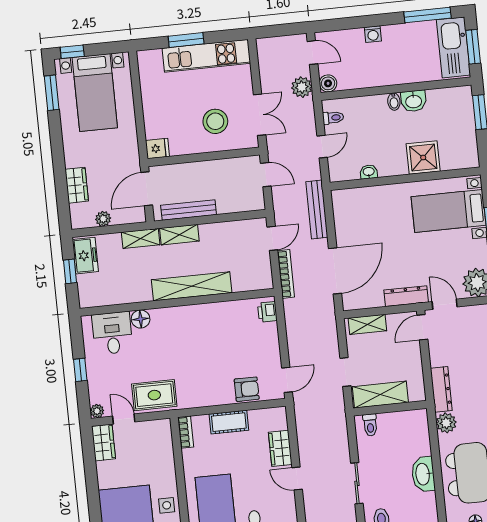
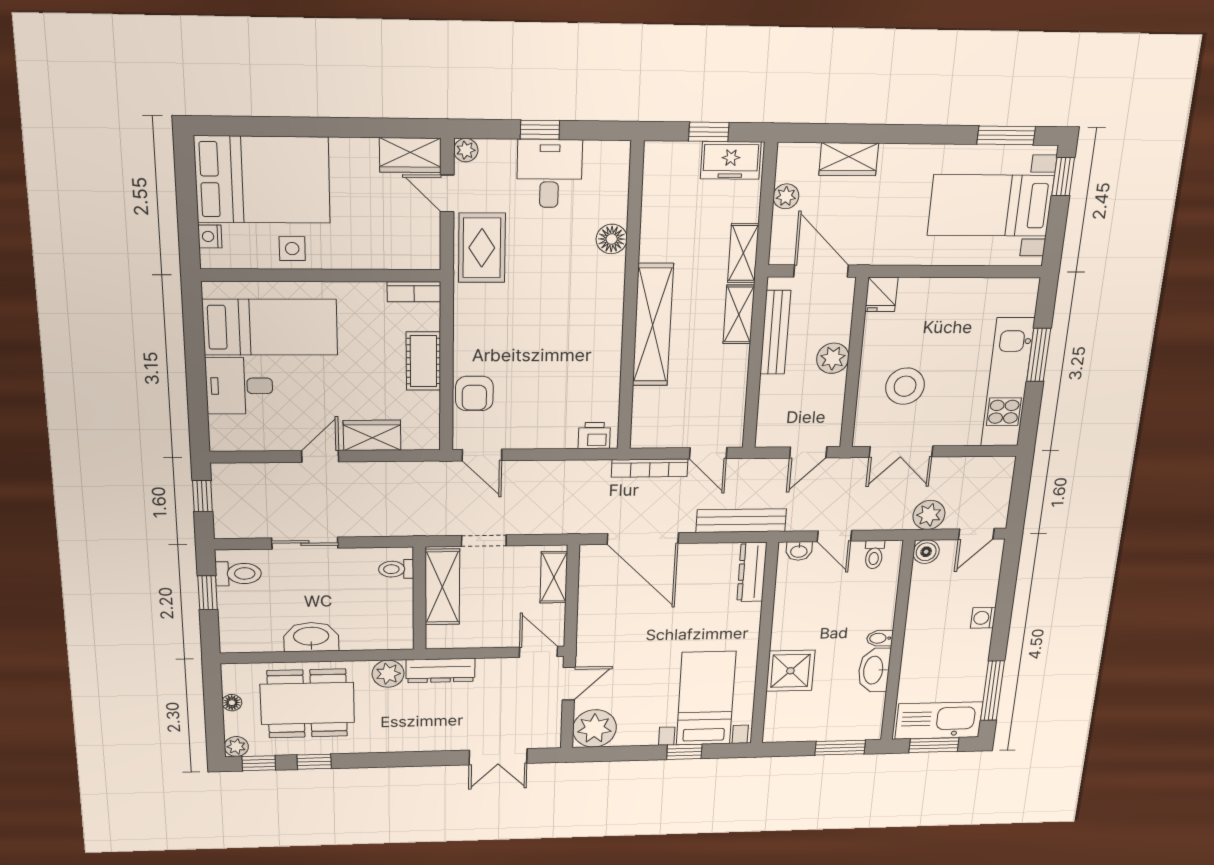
washbasin: (414, 101) -> (874, 670), width x1.38
plant: (202, 171) -> (833, 358), added
washbasin: (369, 172) -> (799, 551), moved, turned 90
dresser: (406, 296) -> (752, 572), moved, turned 180
desk: (112, 333) -> (549, 174), moved, turned -90
door: (124, 419) -> (447, 193), swing flipped

